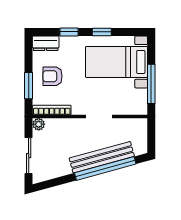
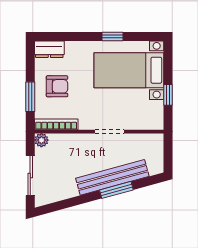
window: (69, 32) -> (76, 37), removed
armchair: (52, 76) -> (57, 86), turned 180
window: (151, 84) -> (168, 95), width x0.46
window: (105, 168) -> (116, 190), width x0.47

